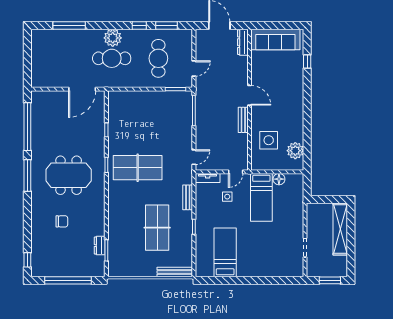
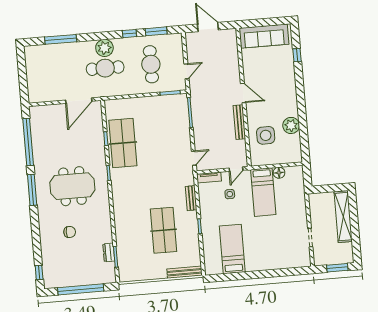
dresser: (243, 42) -> (232, 41), removed
bench: (243, 120) -> (239, 122), width x1.36
plant: (295, 151) -> (291, 125), moved
table tennis table: (138, 168) -> (123, 143), moved, turned 90

